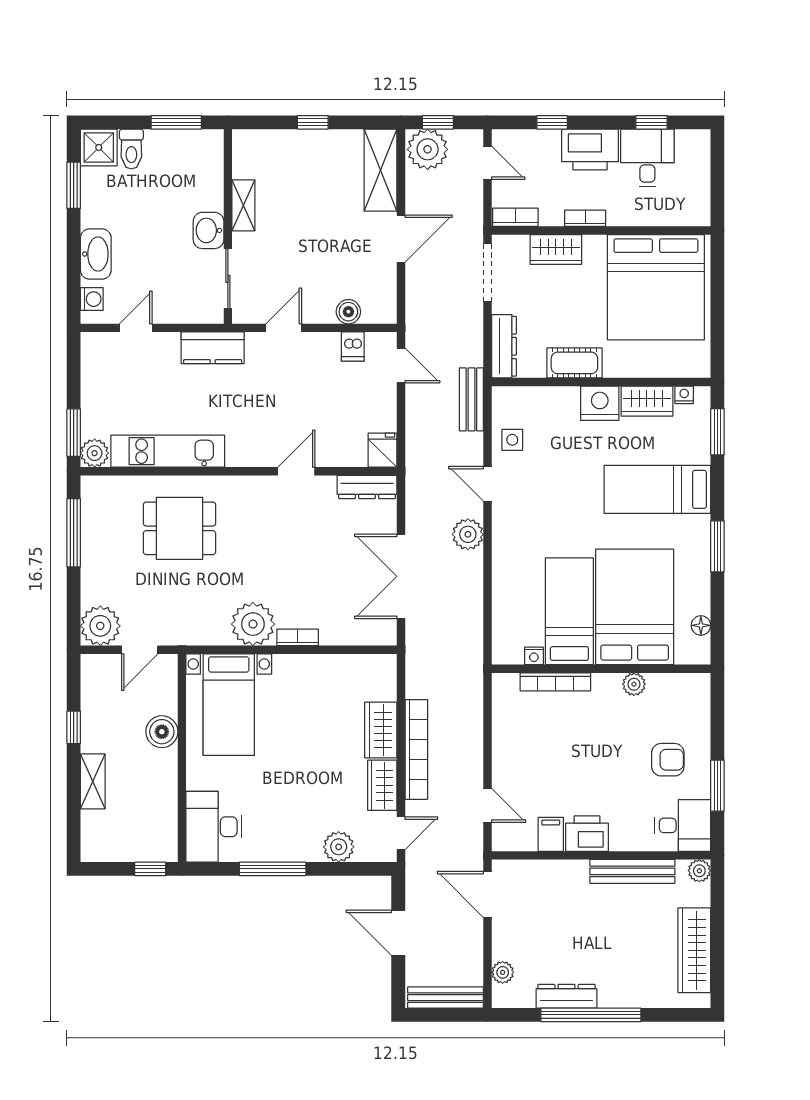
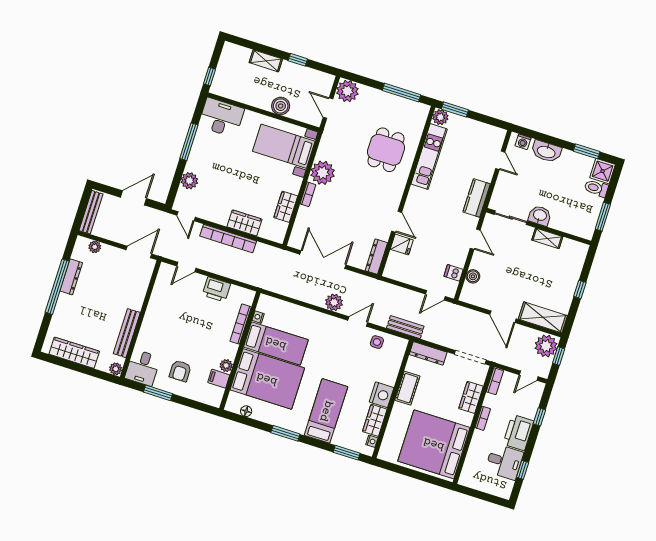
fridge: (383, 450) -> (402, 245), moved
wardrobe: (382, 785) -> (286, 207), moved, turned -90
filing cabinet: (551, 834) -> (219, 379), moved, turned 180
printer: (587, 834) -> (216, 289), moved, turned 90

